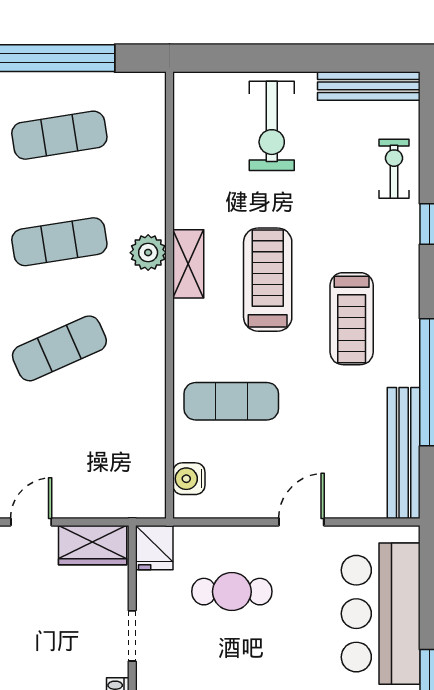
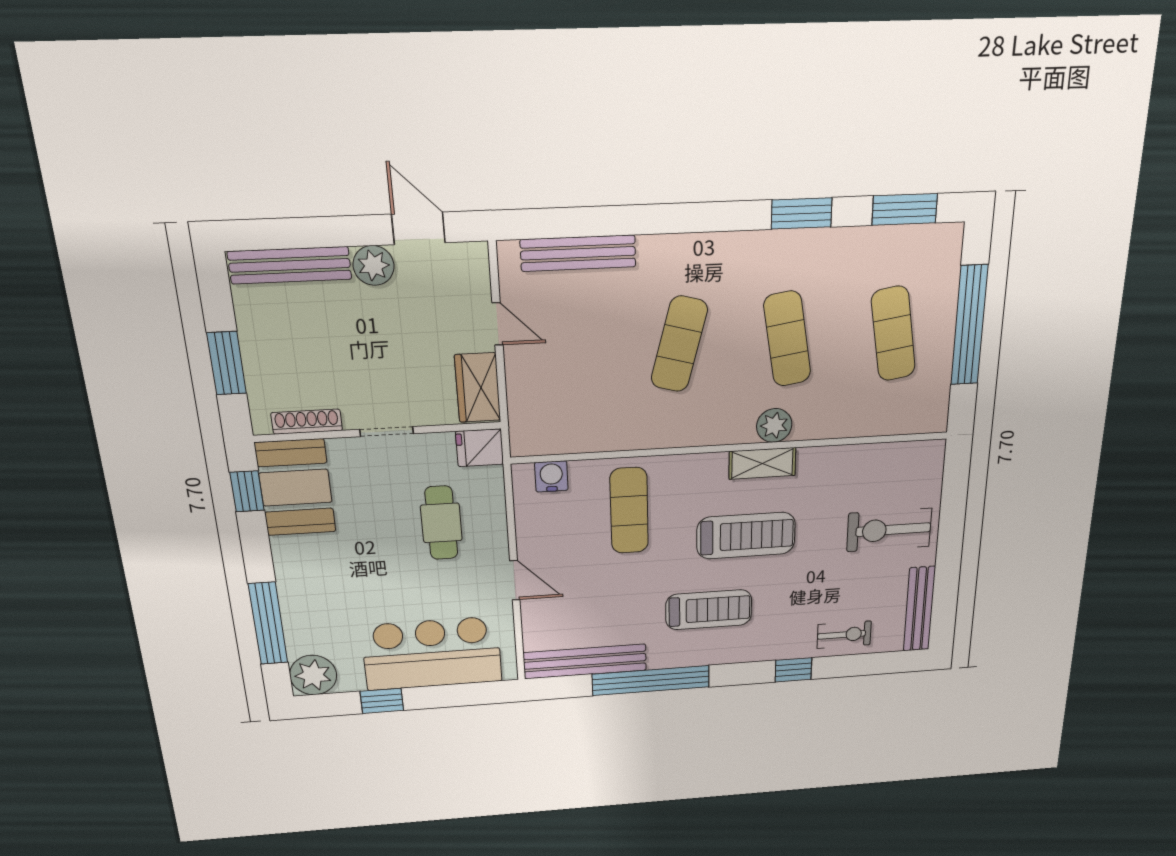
treadmill: (352, 319) -> (709, 610), turned 180
exercise mat: (59, 348) -> (679, 344), turned 39

